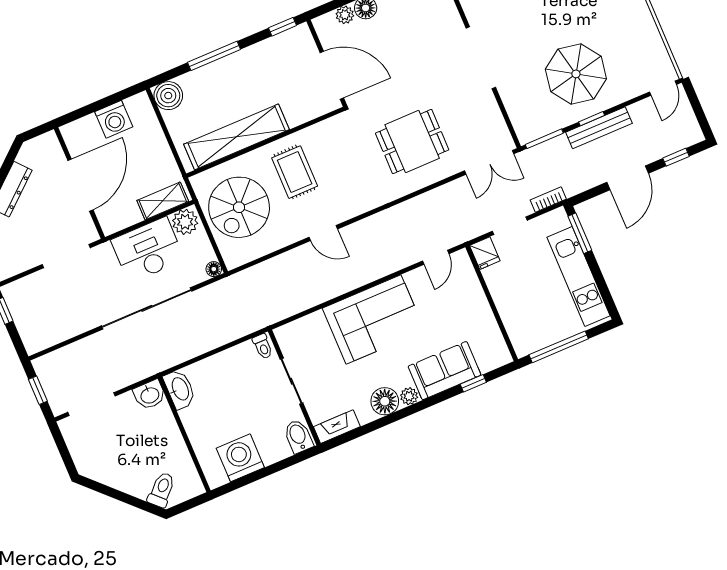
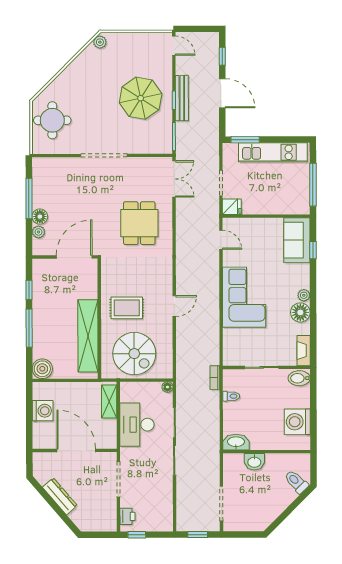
window: (283, 27) -> (29, 290), moved
bookcase: (548, 200) -> (215, 378), moved
plant: (185, 222) -> (129, 393), removed
printer: (23, 289) -> (127, 516), added
toilet: (263, 346) -> (231, 396), moved
sofa: (445, 371) -> (297, 240), moved
washbasin: (150, 395) -> (254, 462), moved, turned 90

